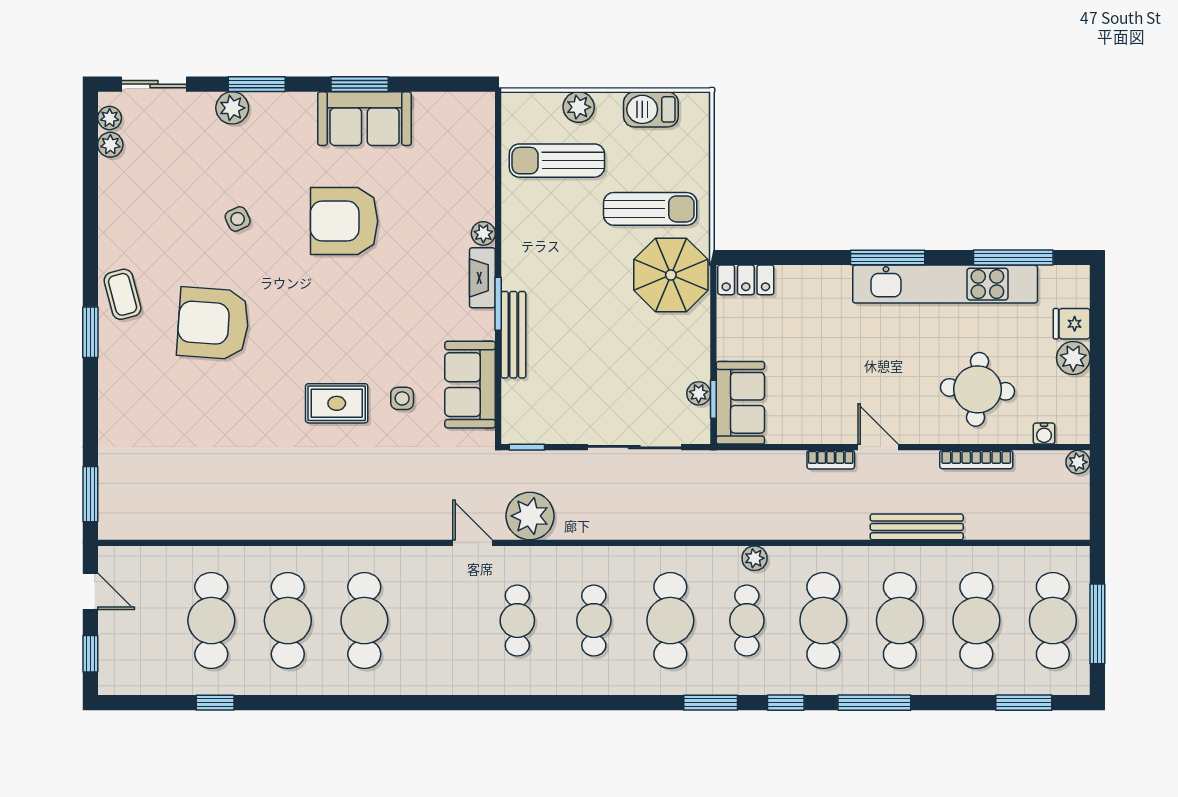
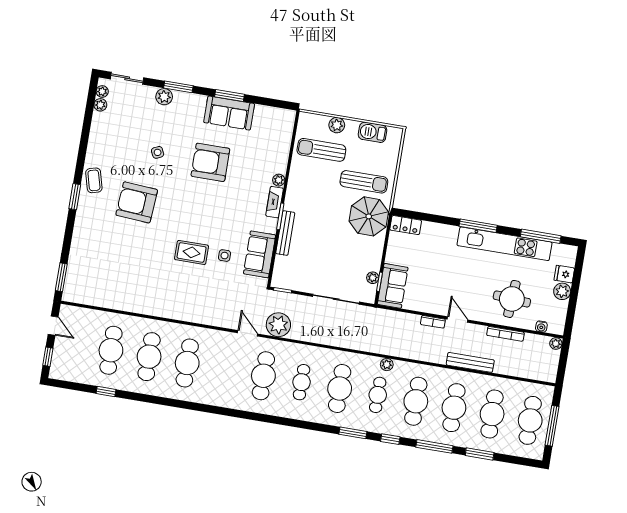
cafe table: (517, 621) -> (263, 376), width x1.37, depth x1.35
window: (1024, 703) -> (480, 454), moved

